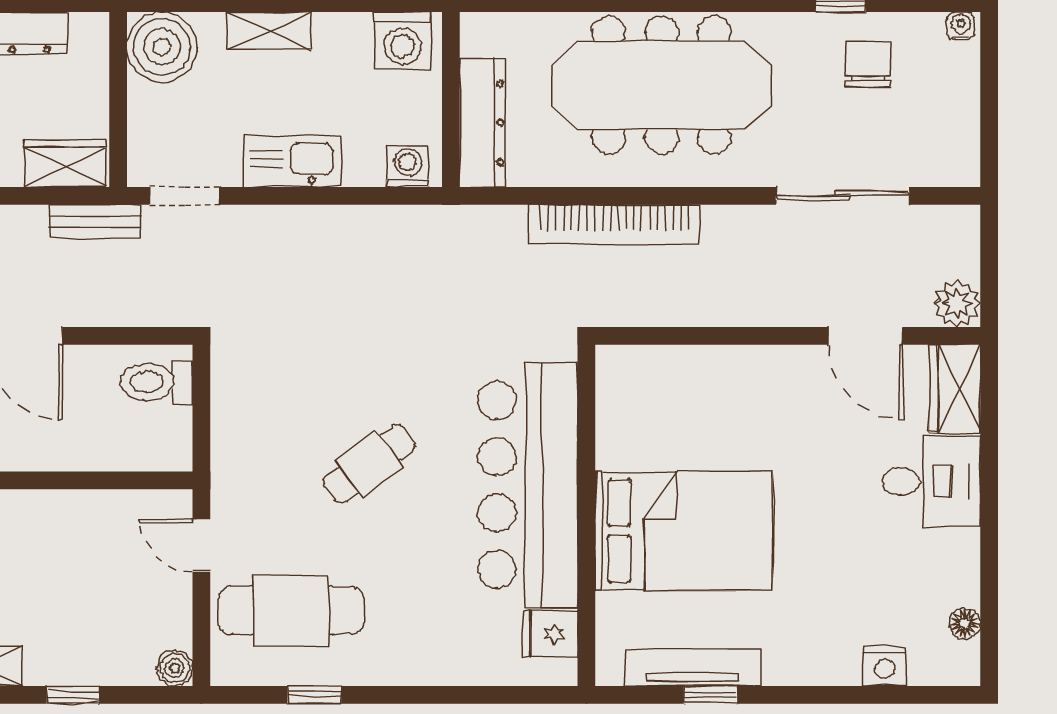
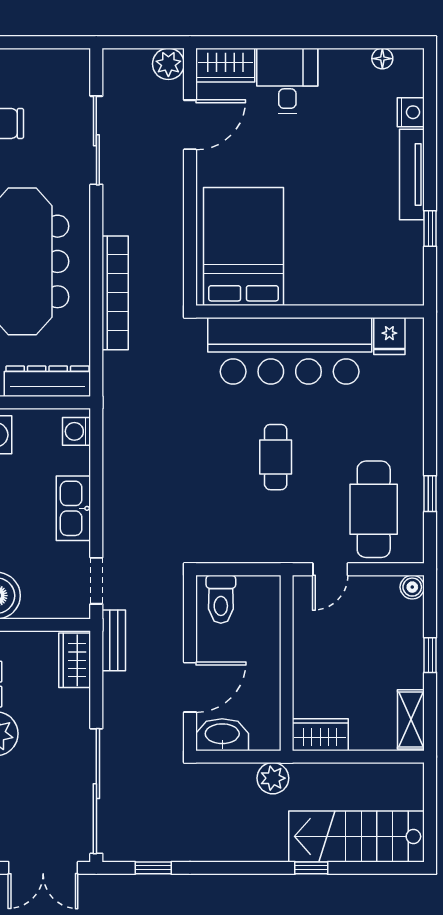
cafe table: (369, 464) -> (276, 457), turned 37
bed: (684, 531) -> (244, 247), moved
tv unit: (693, 668) -> (412, 175), moved

